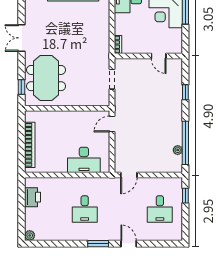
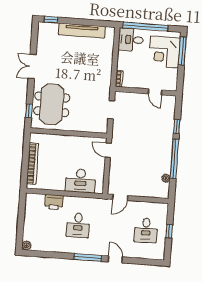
door: (112, 124) -> (108, 150), hinge flipped
window: (185, 143) -> (174, 159), moved
window: (185, 196) -> (169, 231), moved
printer: (32, 197) -> (54, 202), moved, turned 90
window: (98, 244) -> (88, 257), width x1.44

